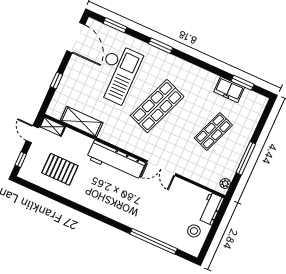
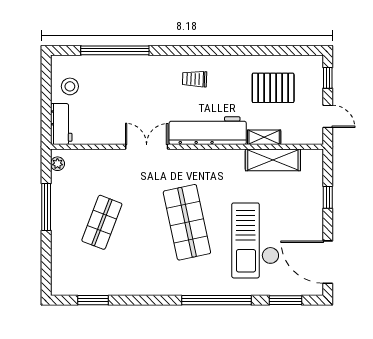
window: (161, 46) -> (217, 300), width x2.11
freezer: (229, 90) -> (106, 284), removed
shop shelf: (157, 106) -> (187, 222), turned -33
shelving: (52, 127) -> (264, 137), moved
trolley: (109, 199) -> (195, 79), added

